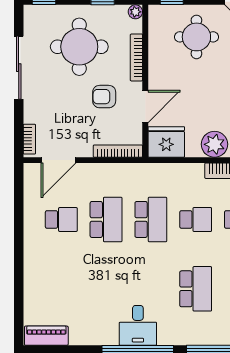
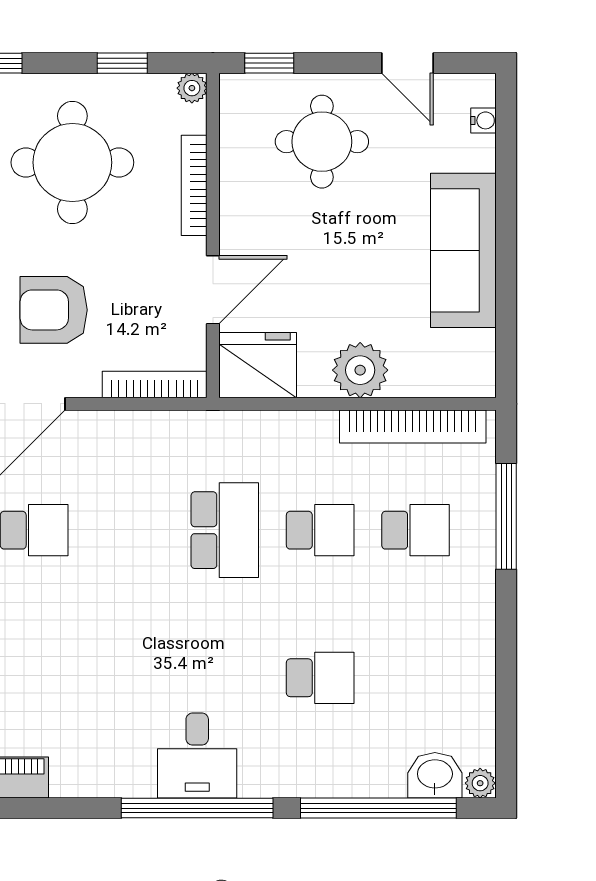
armchair: (104, 97) -> (54, 310), moved, width x1.38, depth x1.38
school desk: (106, 219) -> (129, 530), removed
school desk: (196, 289) -> (320, 678), width x0.54

